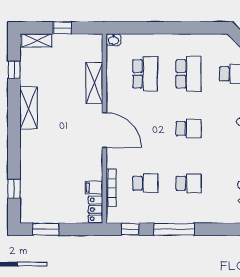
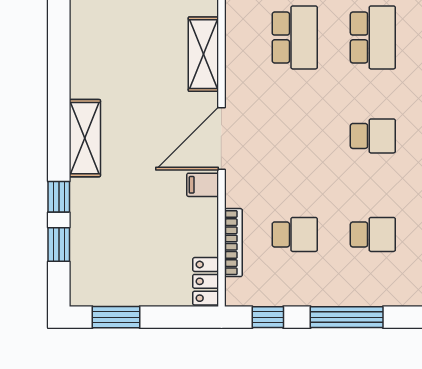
window: (14, 70) -> (59, 197), moved
shelving: (28, 108) -> (85, 138), moved
door: (104, 130) -> (221, 139), swing flipped
filing cabinet: (94, 188) -> (203, 185), moved

